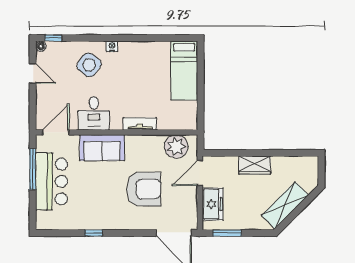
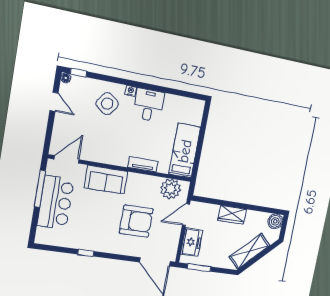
bed: (184, 71) -> (185, 151), moved, turned 180
desk: (94, 113) -> (149, 105), moved, turned 180
boiler: (309, 165) -> (275, 221), added

